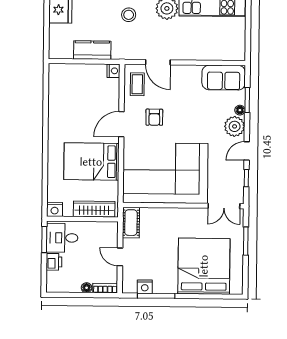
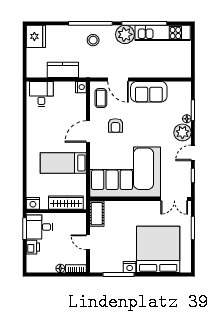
sofa: (224, 78) -> (149, 92), moved
desk: (66, 79) -> (41, 94), added
bed: (91, 162) -> (63, 163), width x0.67
nightstand: (145, 287) -> (130, 267), moved

